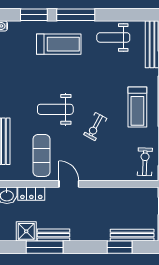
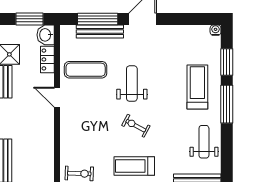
treadmill: (59, 44) -> (197, 87), turned 180
exercise bike: (95, 127) -> (136, 126), moved
door: (69, 184) -> (57, 97), swing flipped

